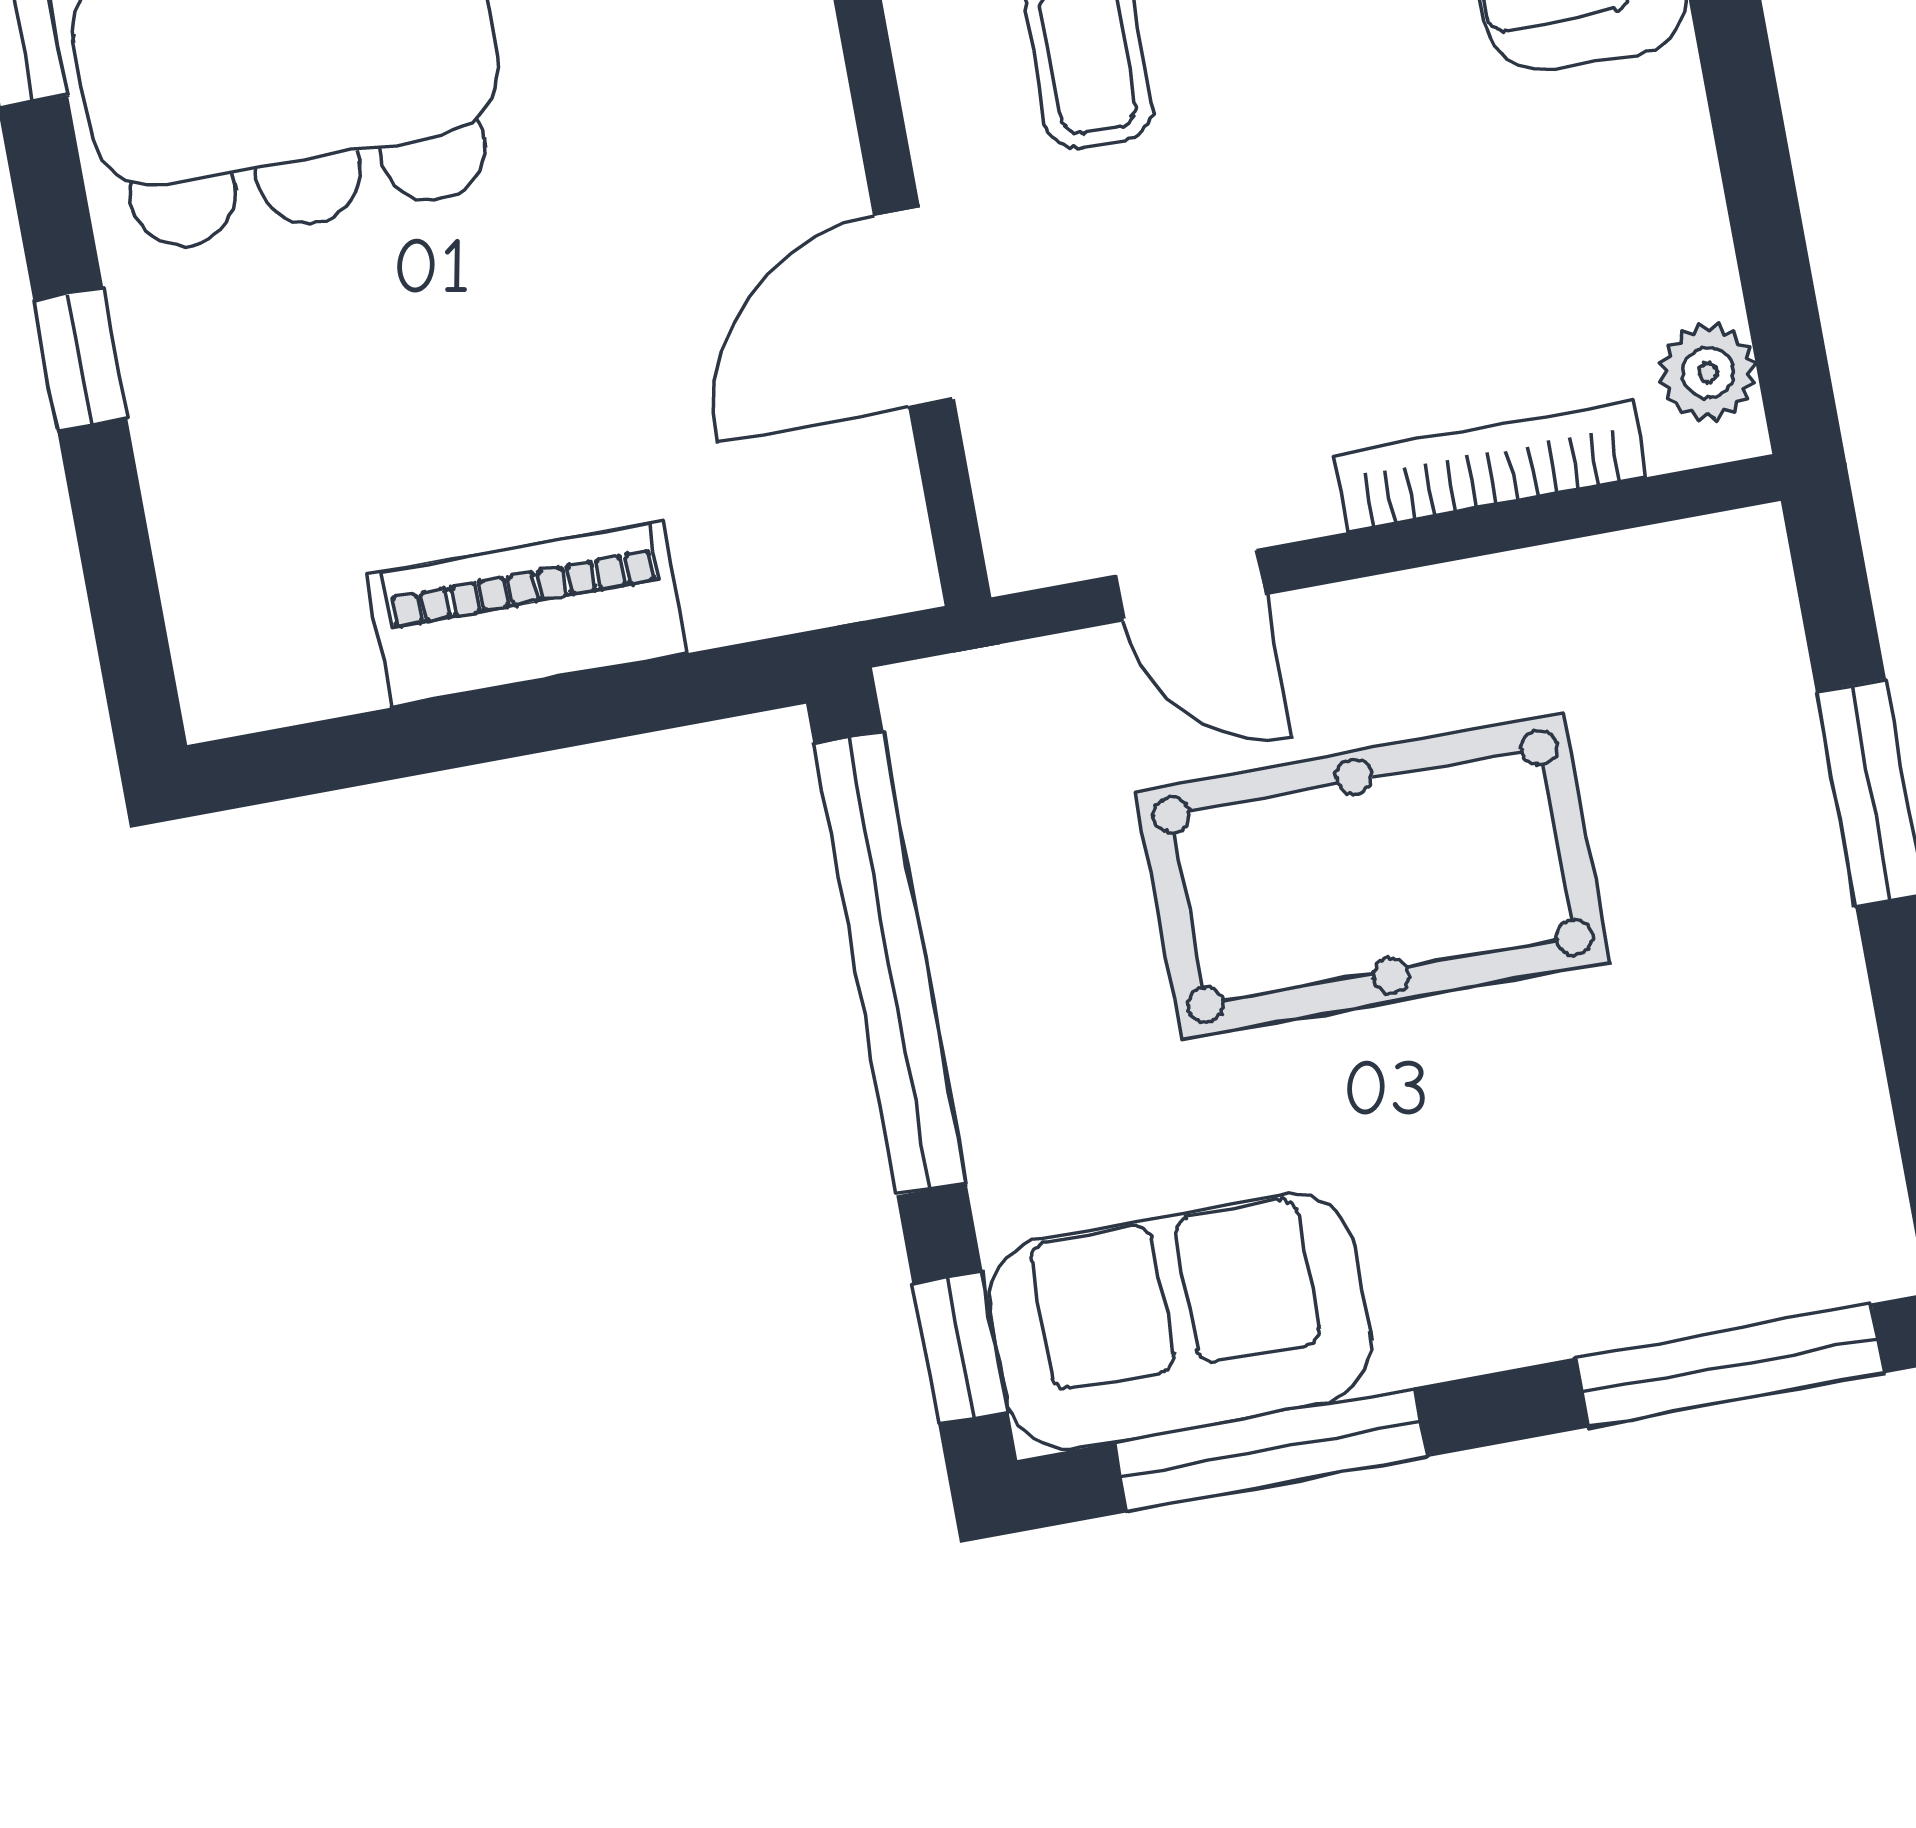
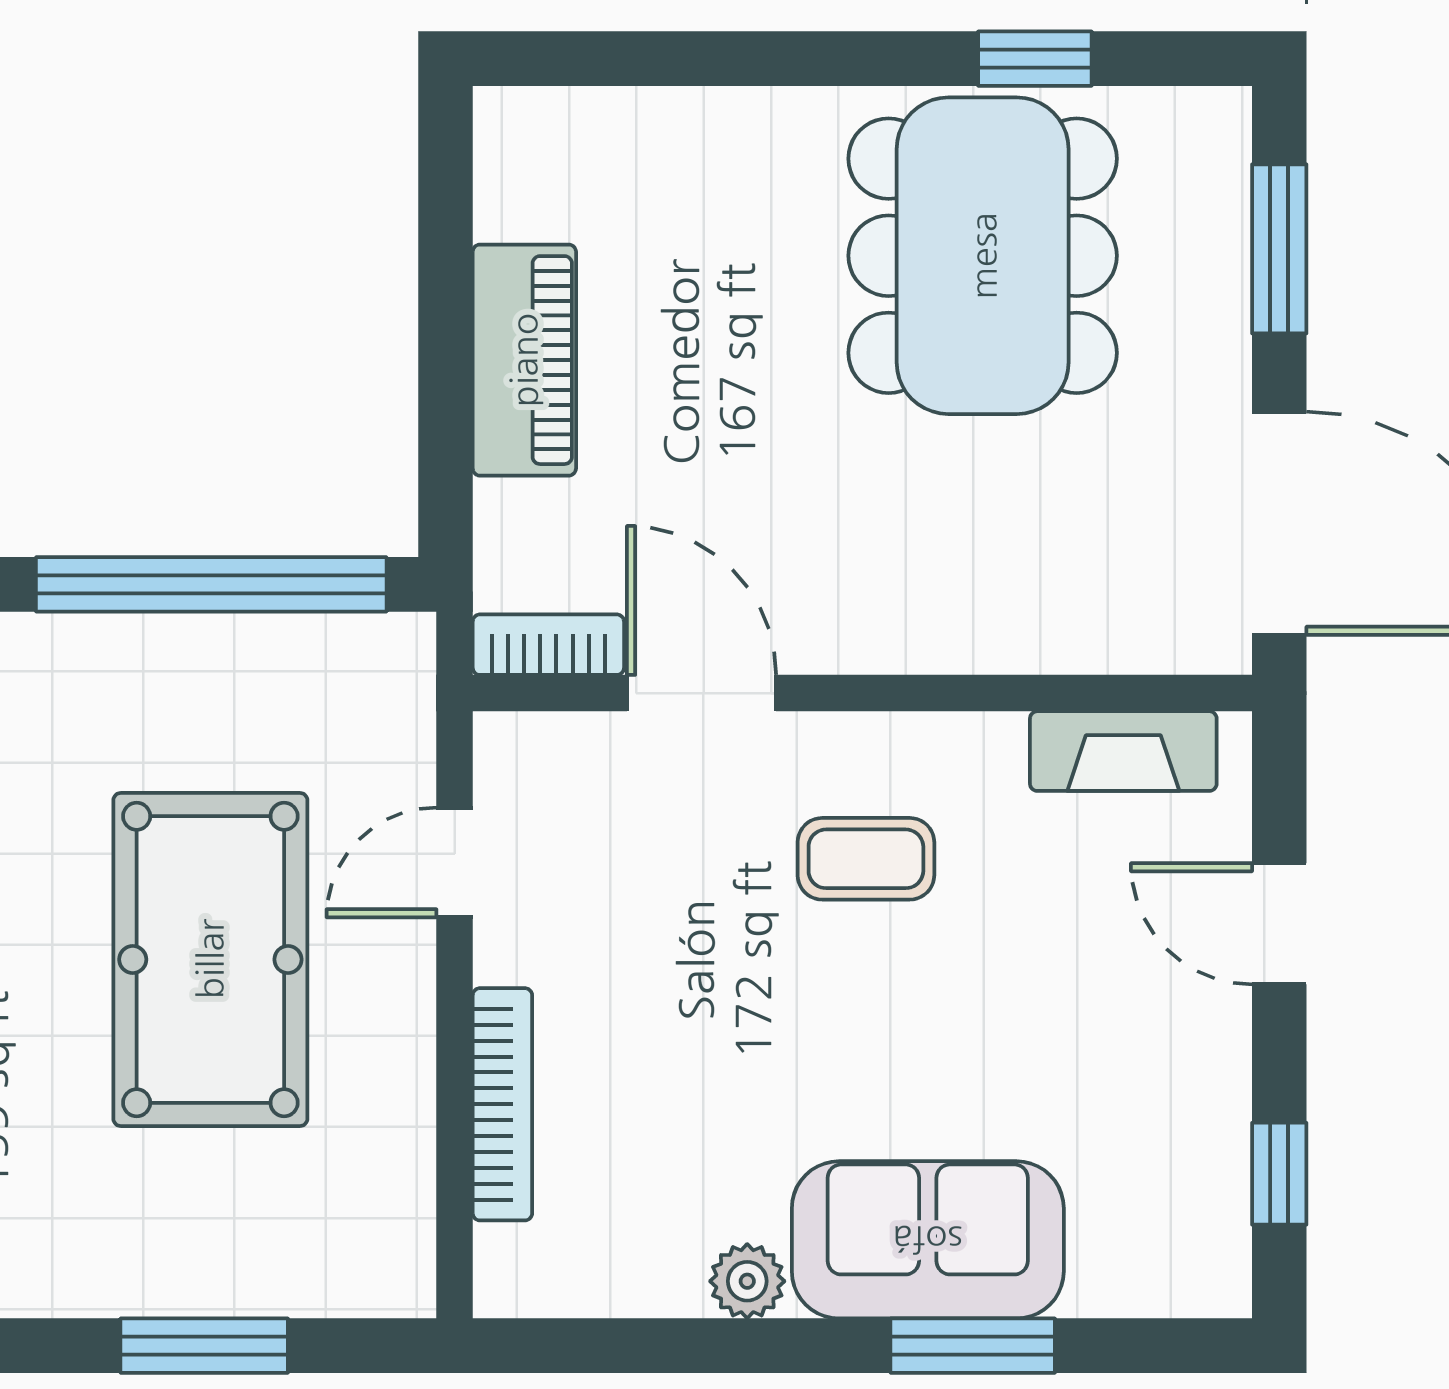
window: (80, 359) -> (778, 59), removed
plant: (1708, 372) -> (747, 1281), moved
bookcase: (888, 516) -> (548, 645), added

